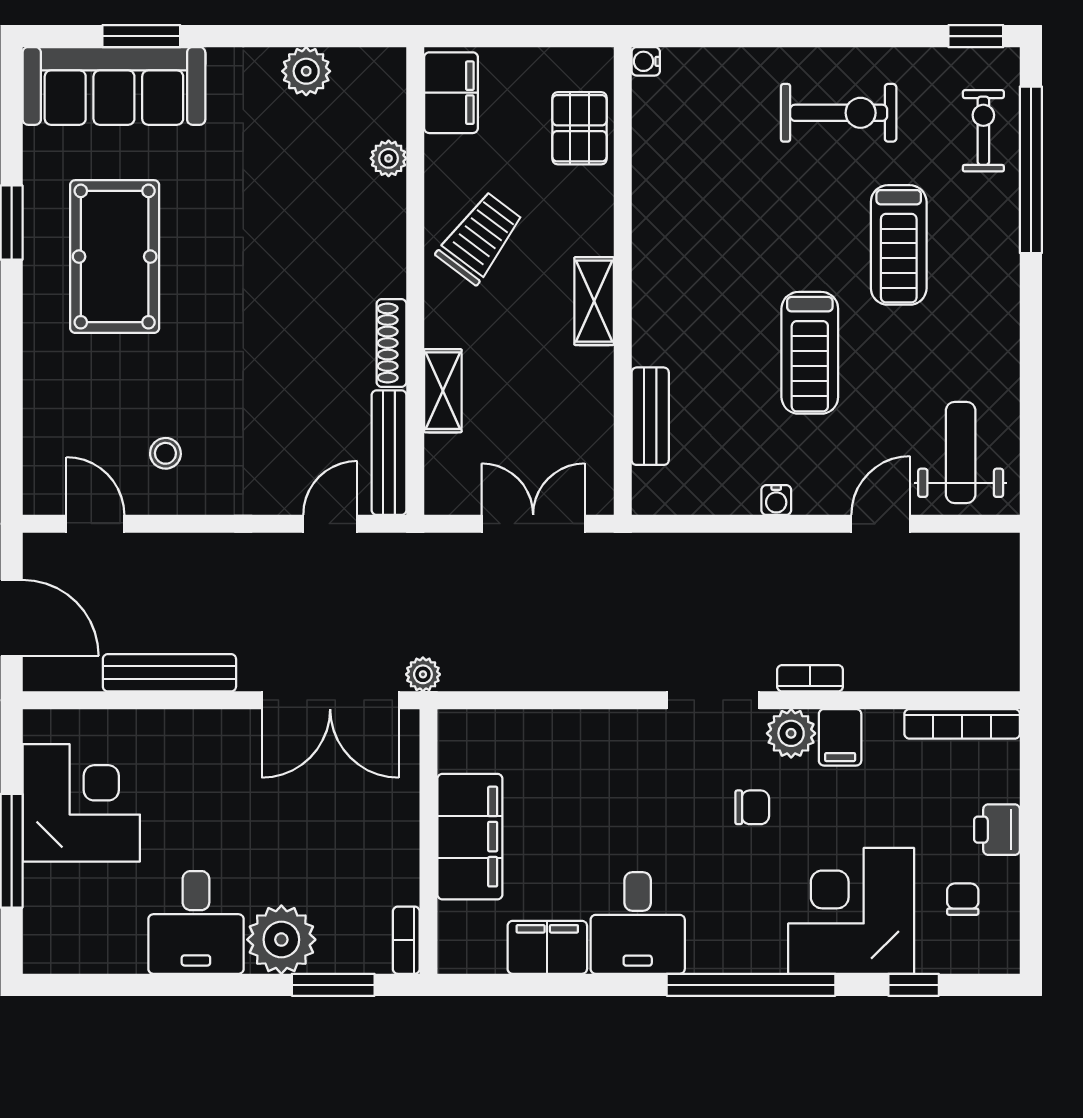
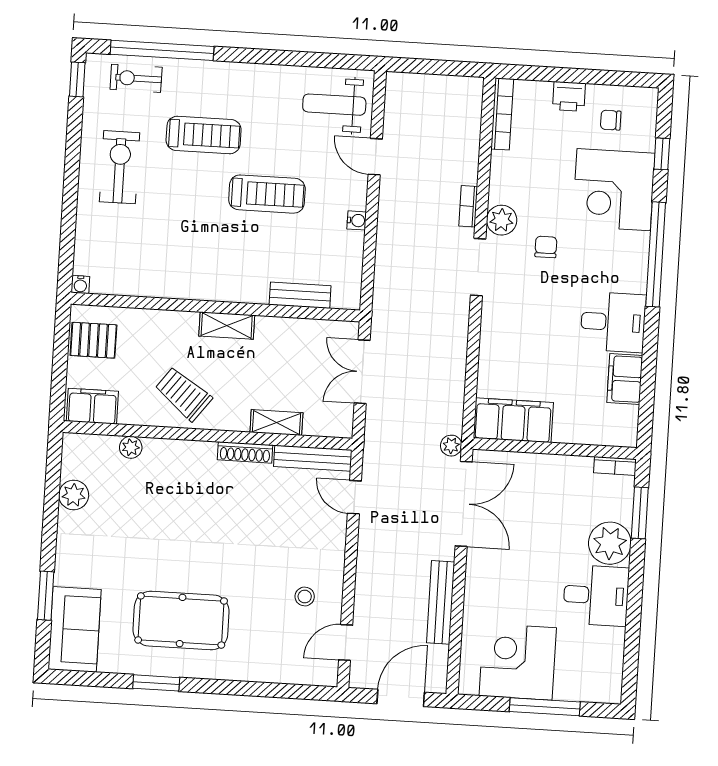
sofa: (114, 86) -> (75, 629), width x0.73
pallet: (580, 128) -> (93, 340), moved
filing cabinet: (840, 737) -> (506, 190), removed
filing cabinet: (470, 837) -> (513, 420), moved

